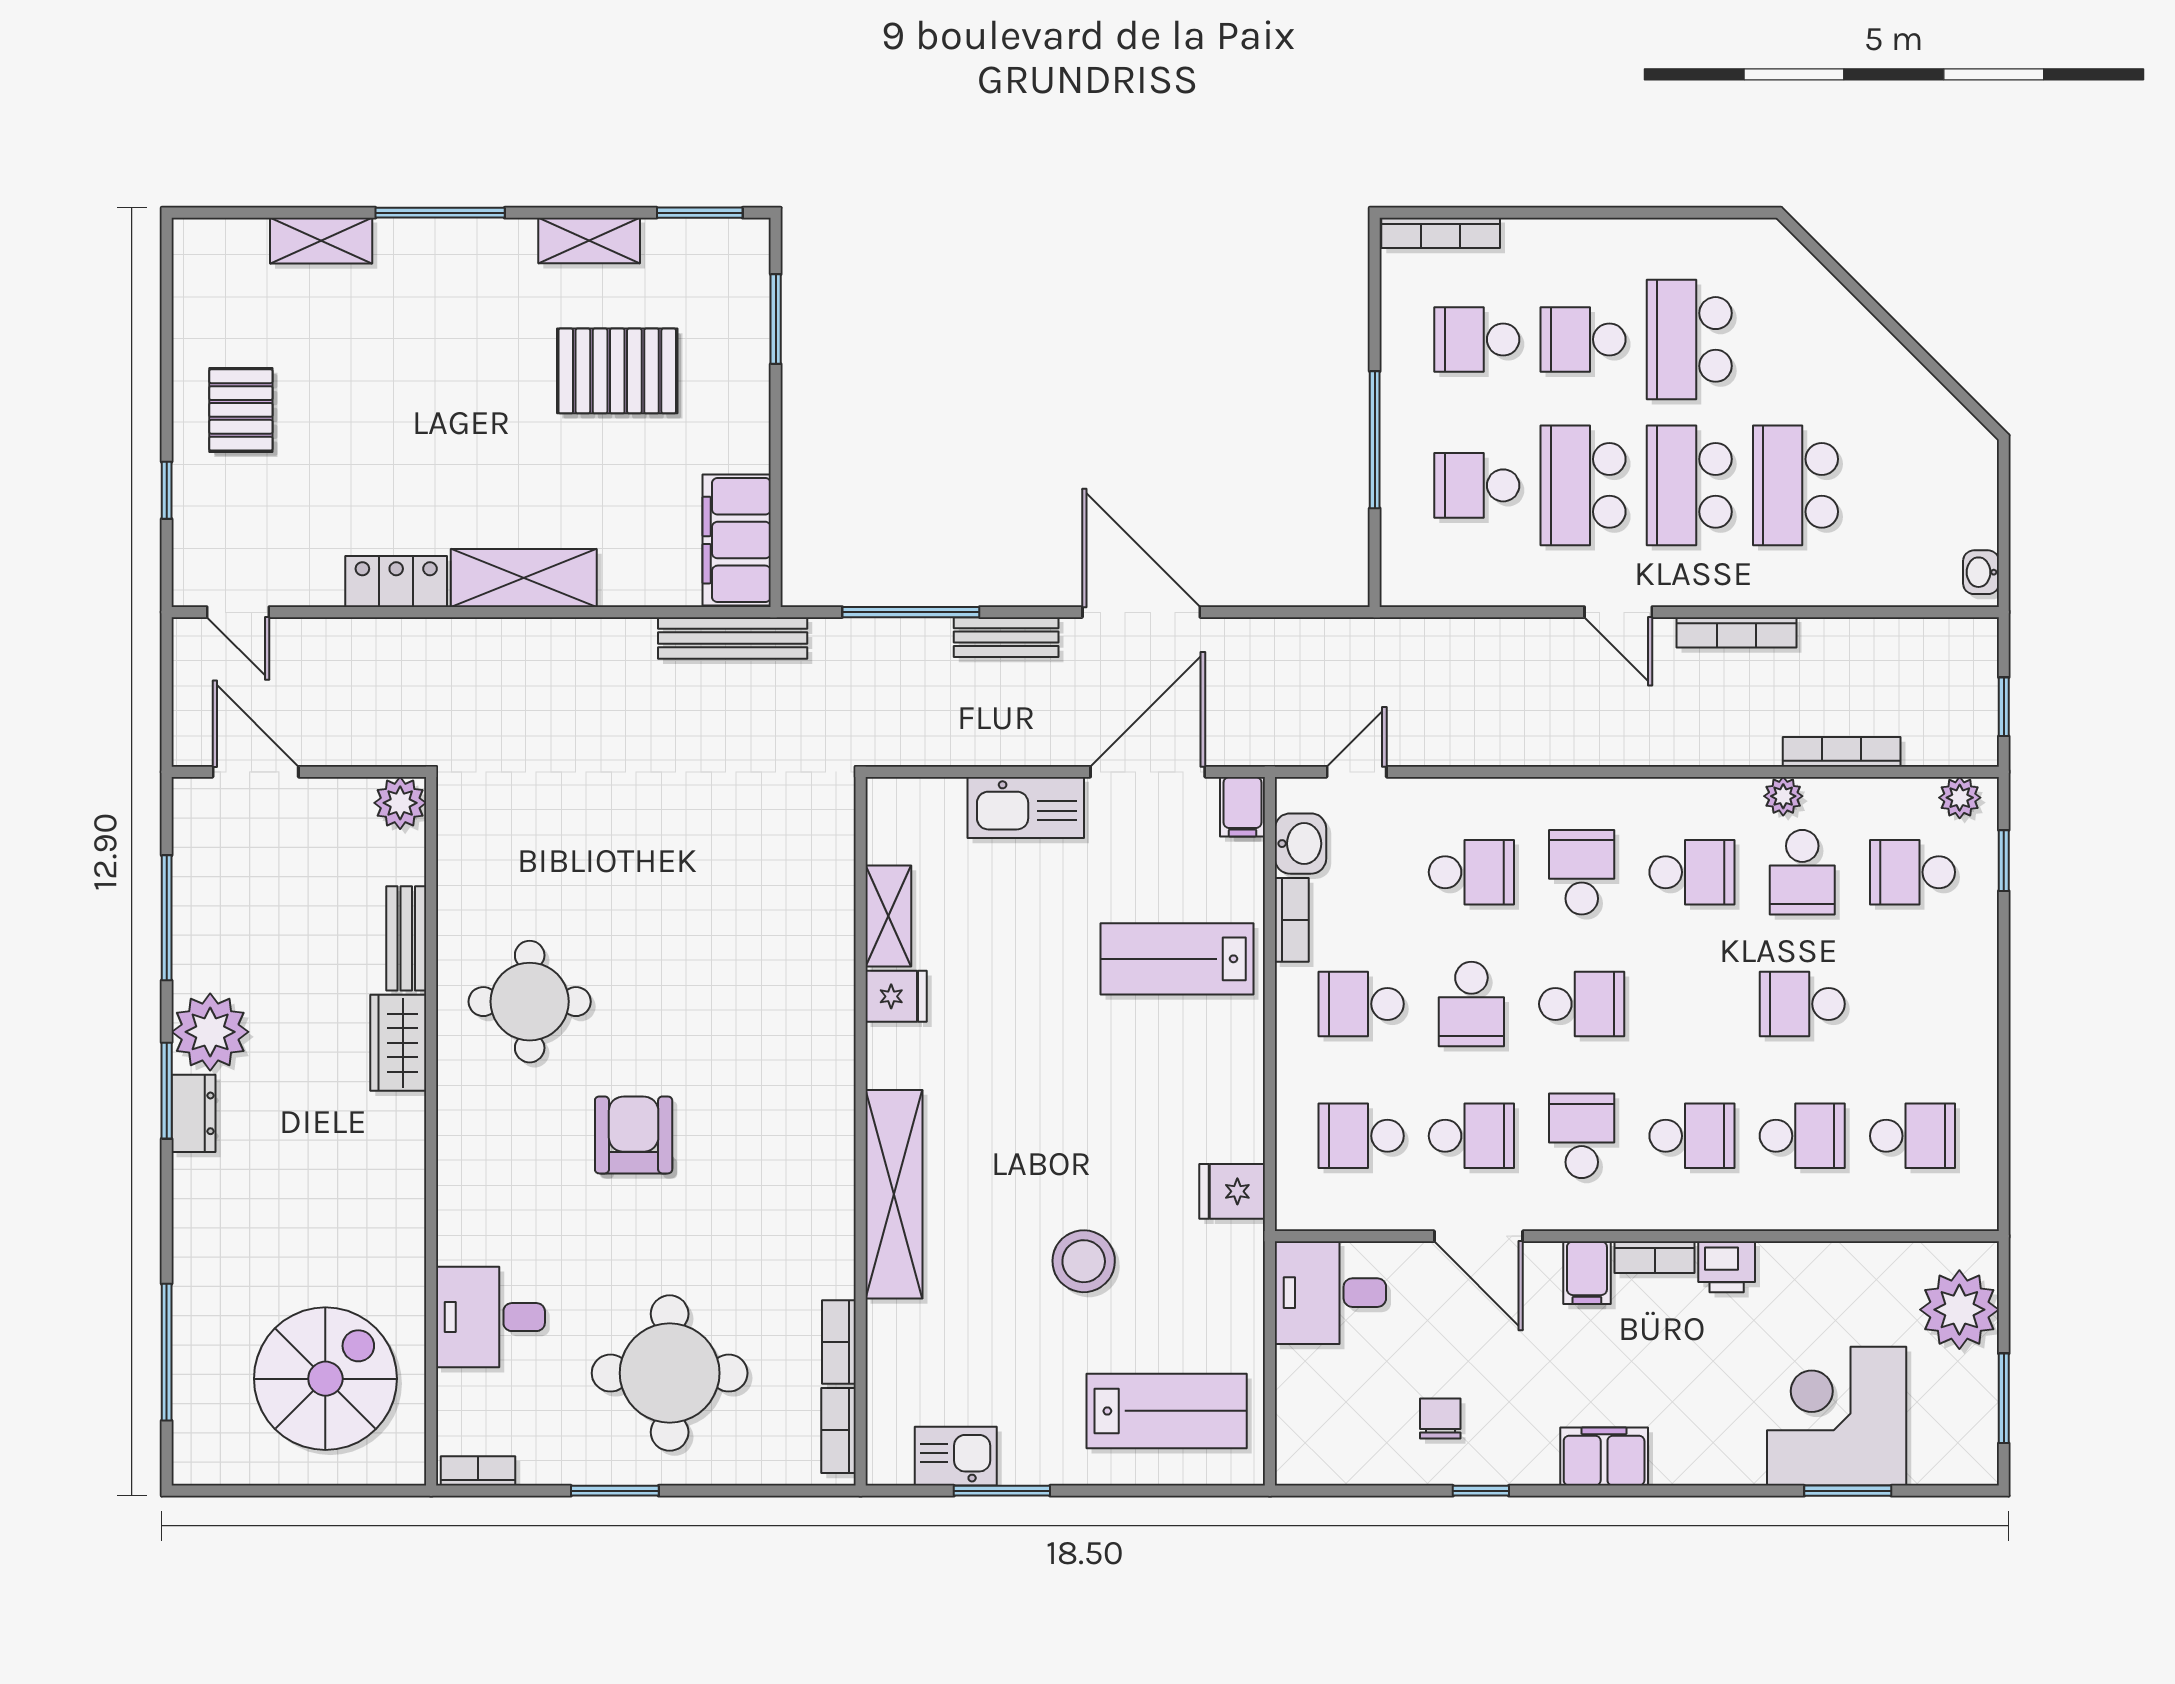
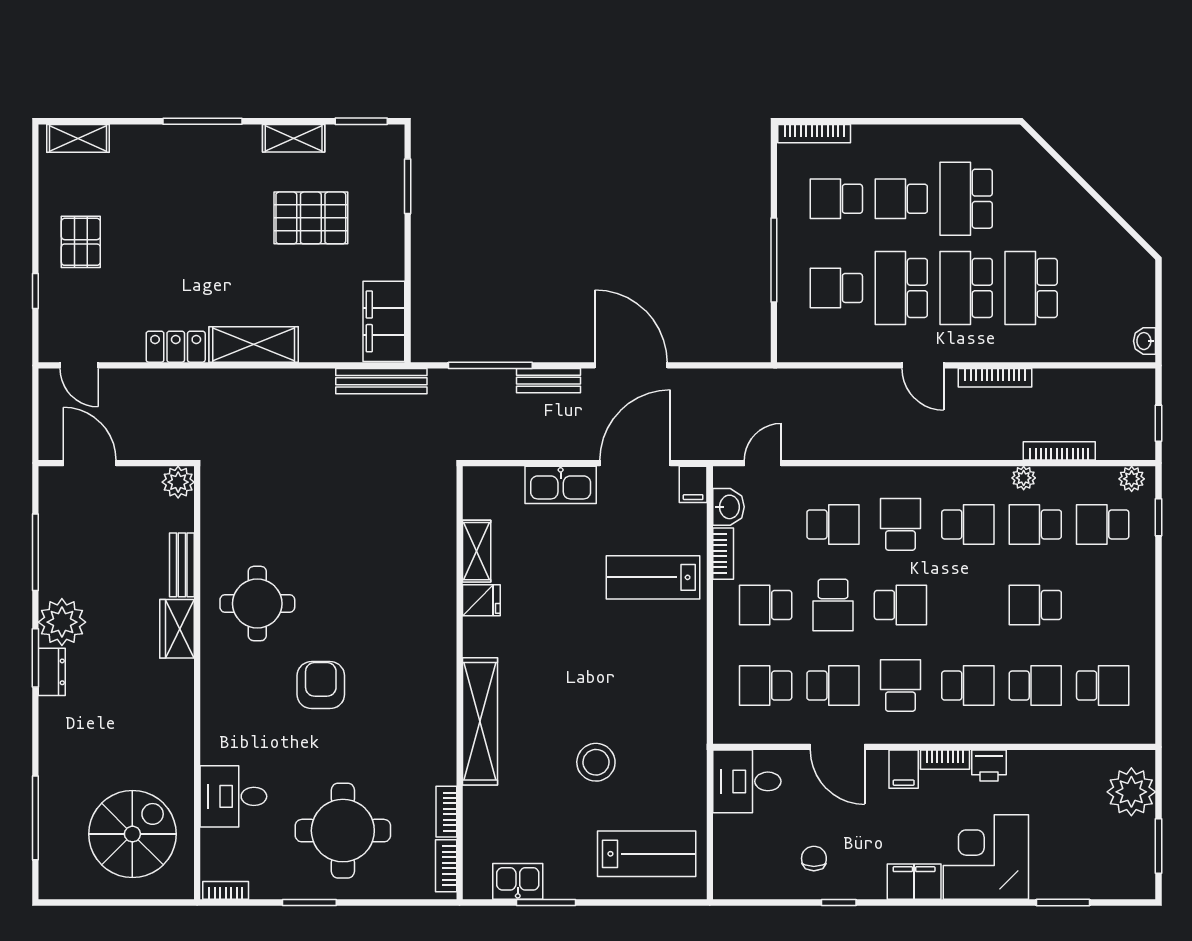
shelving: (321, 241) -> (78, 138), moved
school desk: (1802, 872) -> (1035, 524), turned 90
fridge: (1232, 1191) -> (687, 720), removed
corner desk: (1837, 1416) -> (986, 857), moved

